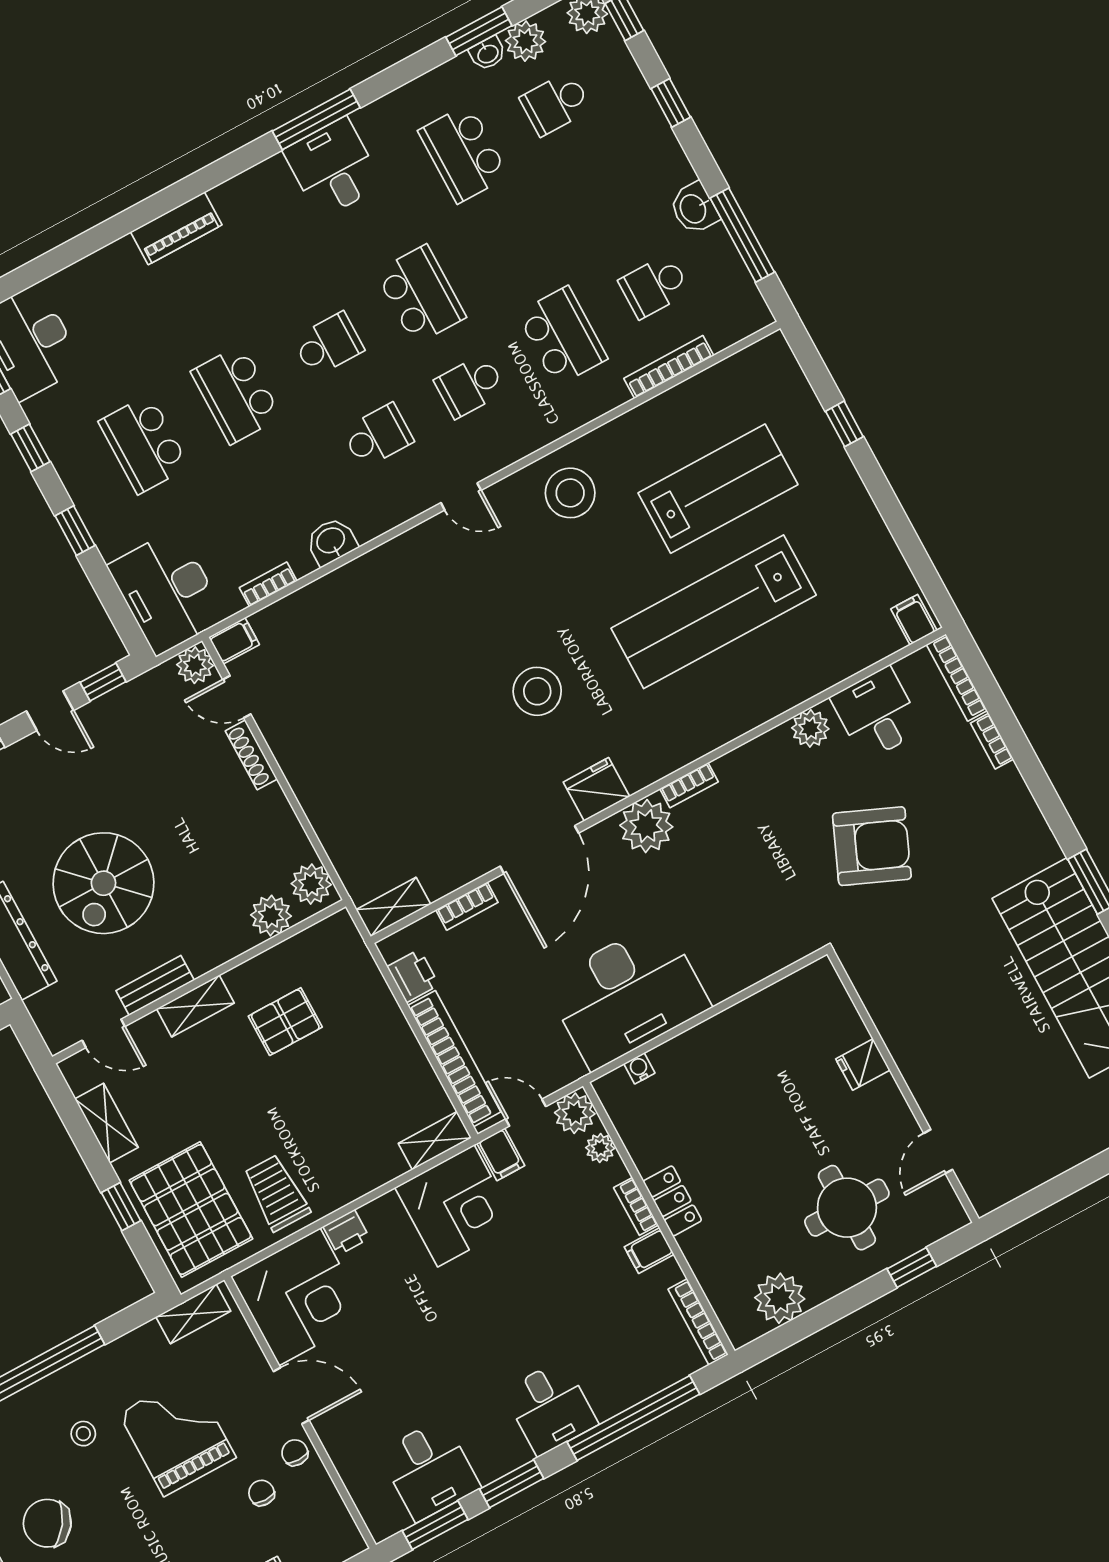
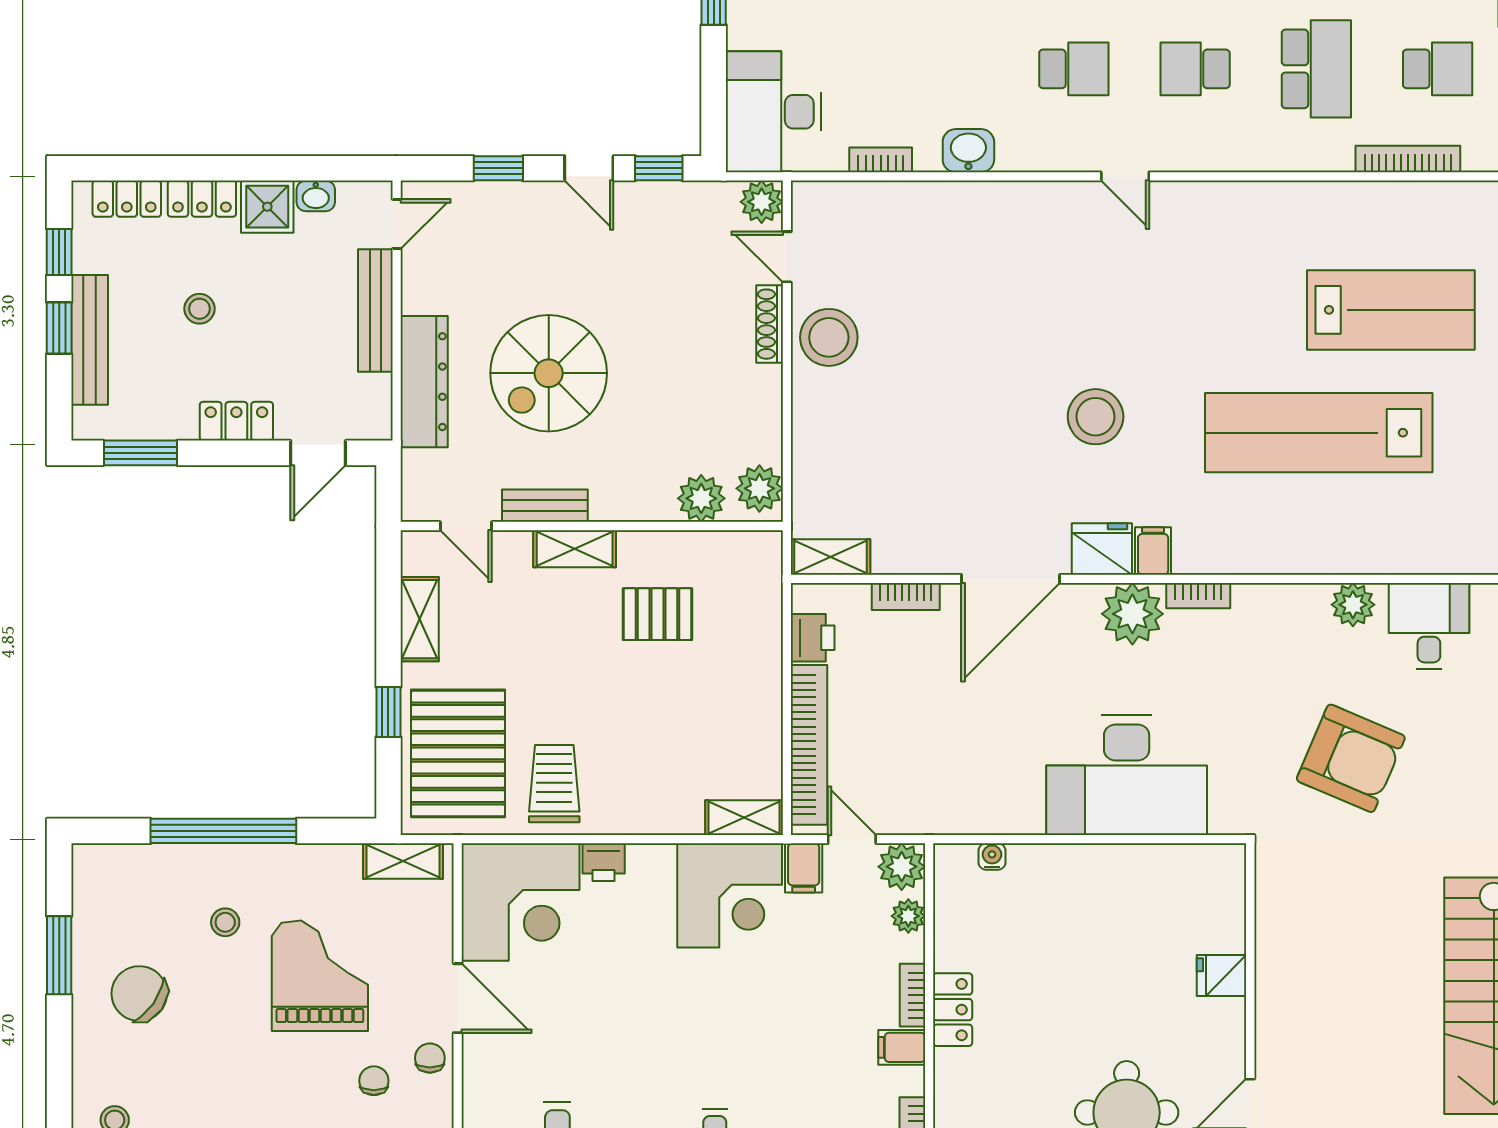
school desk: (654, 286) -> (1438, 69), turned 180
stool: (570, 493) -> (829, 337), moved
filing cabinet: (234, 641) -> (1153, 551), moved, turned -90
desk: (627, 995) -> (1127, 775), moved

